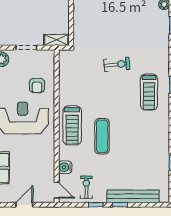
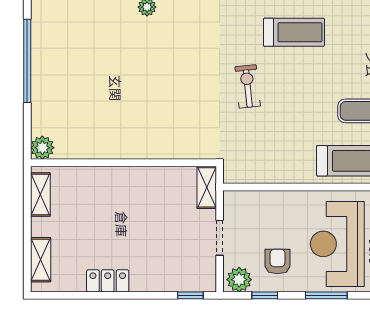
armchair: (37, 86) -> (278, 261), moved, turned -90

